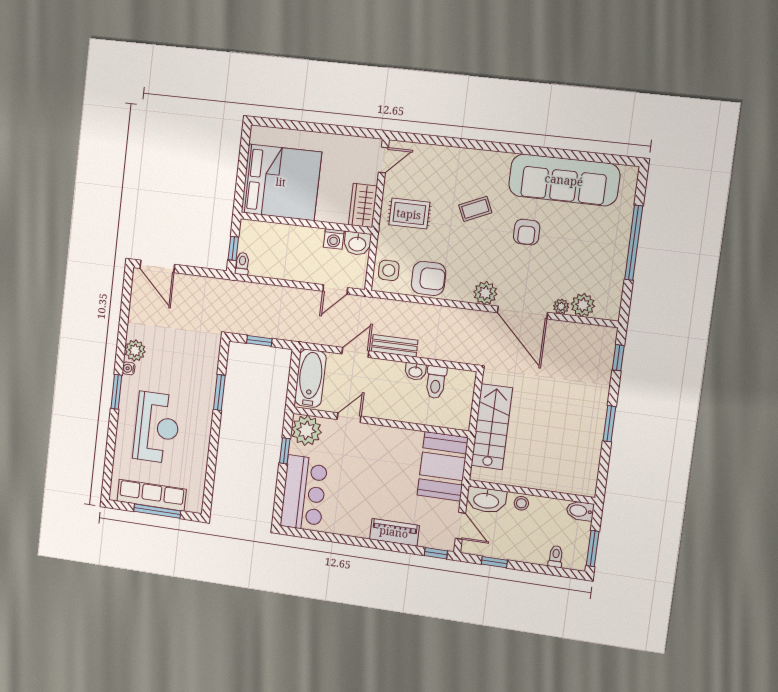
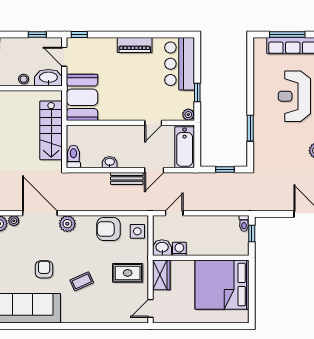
toilet: (436, 382) -> (73, 156), moved
plant: (306, 430) -> (188, 115), width x0.53, depth x0.53
piano: (394, 532) -> (135, 45), moved

